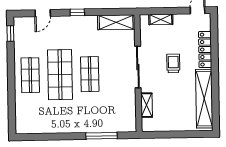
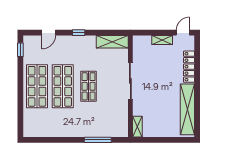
shelving: (161, 19) -> (162, 40), moved
trolley: (173, 63) -> (161, 78), removed
shop shelf: (30, 75) -> (37, 86), width x1.43, depth x1.36
shelving: (147, 105) -> (137, 127), moved

